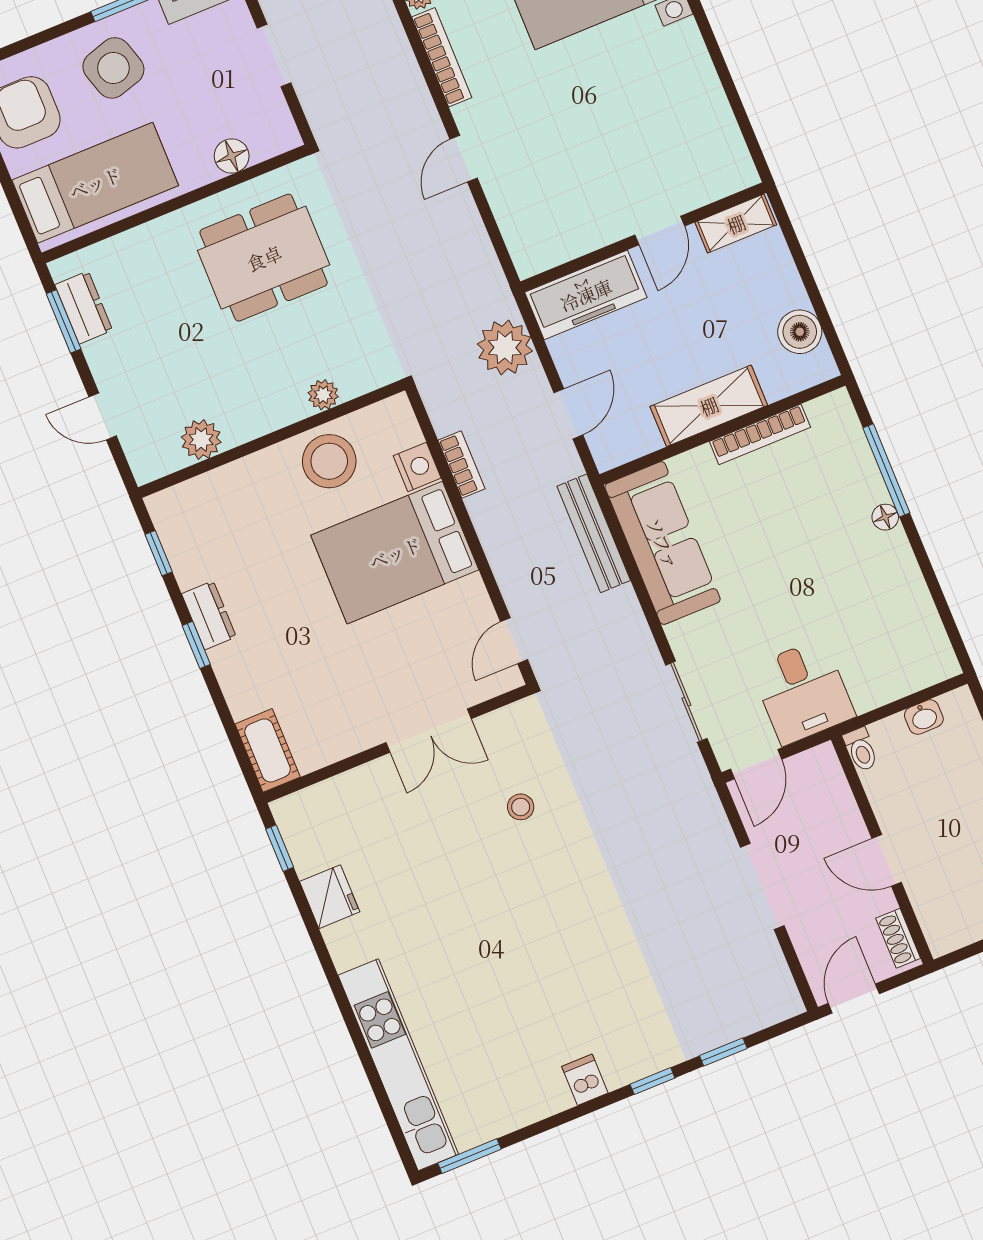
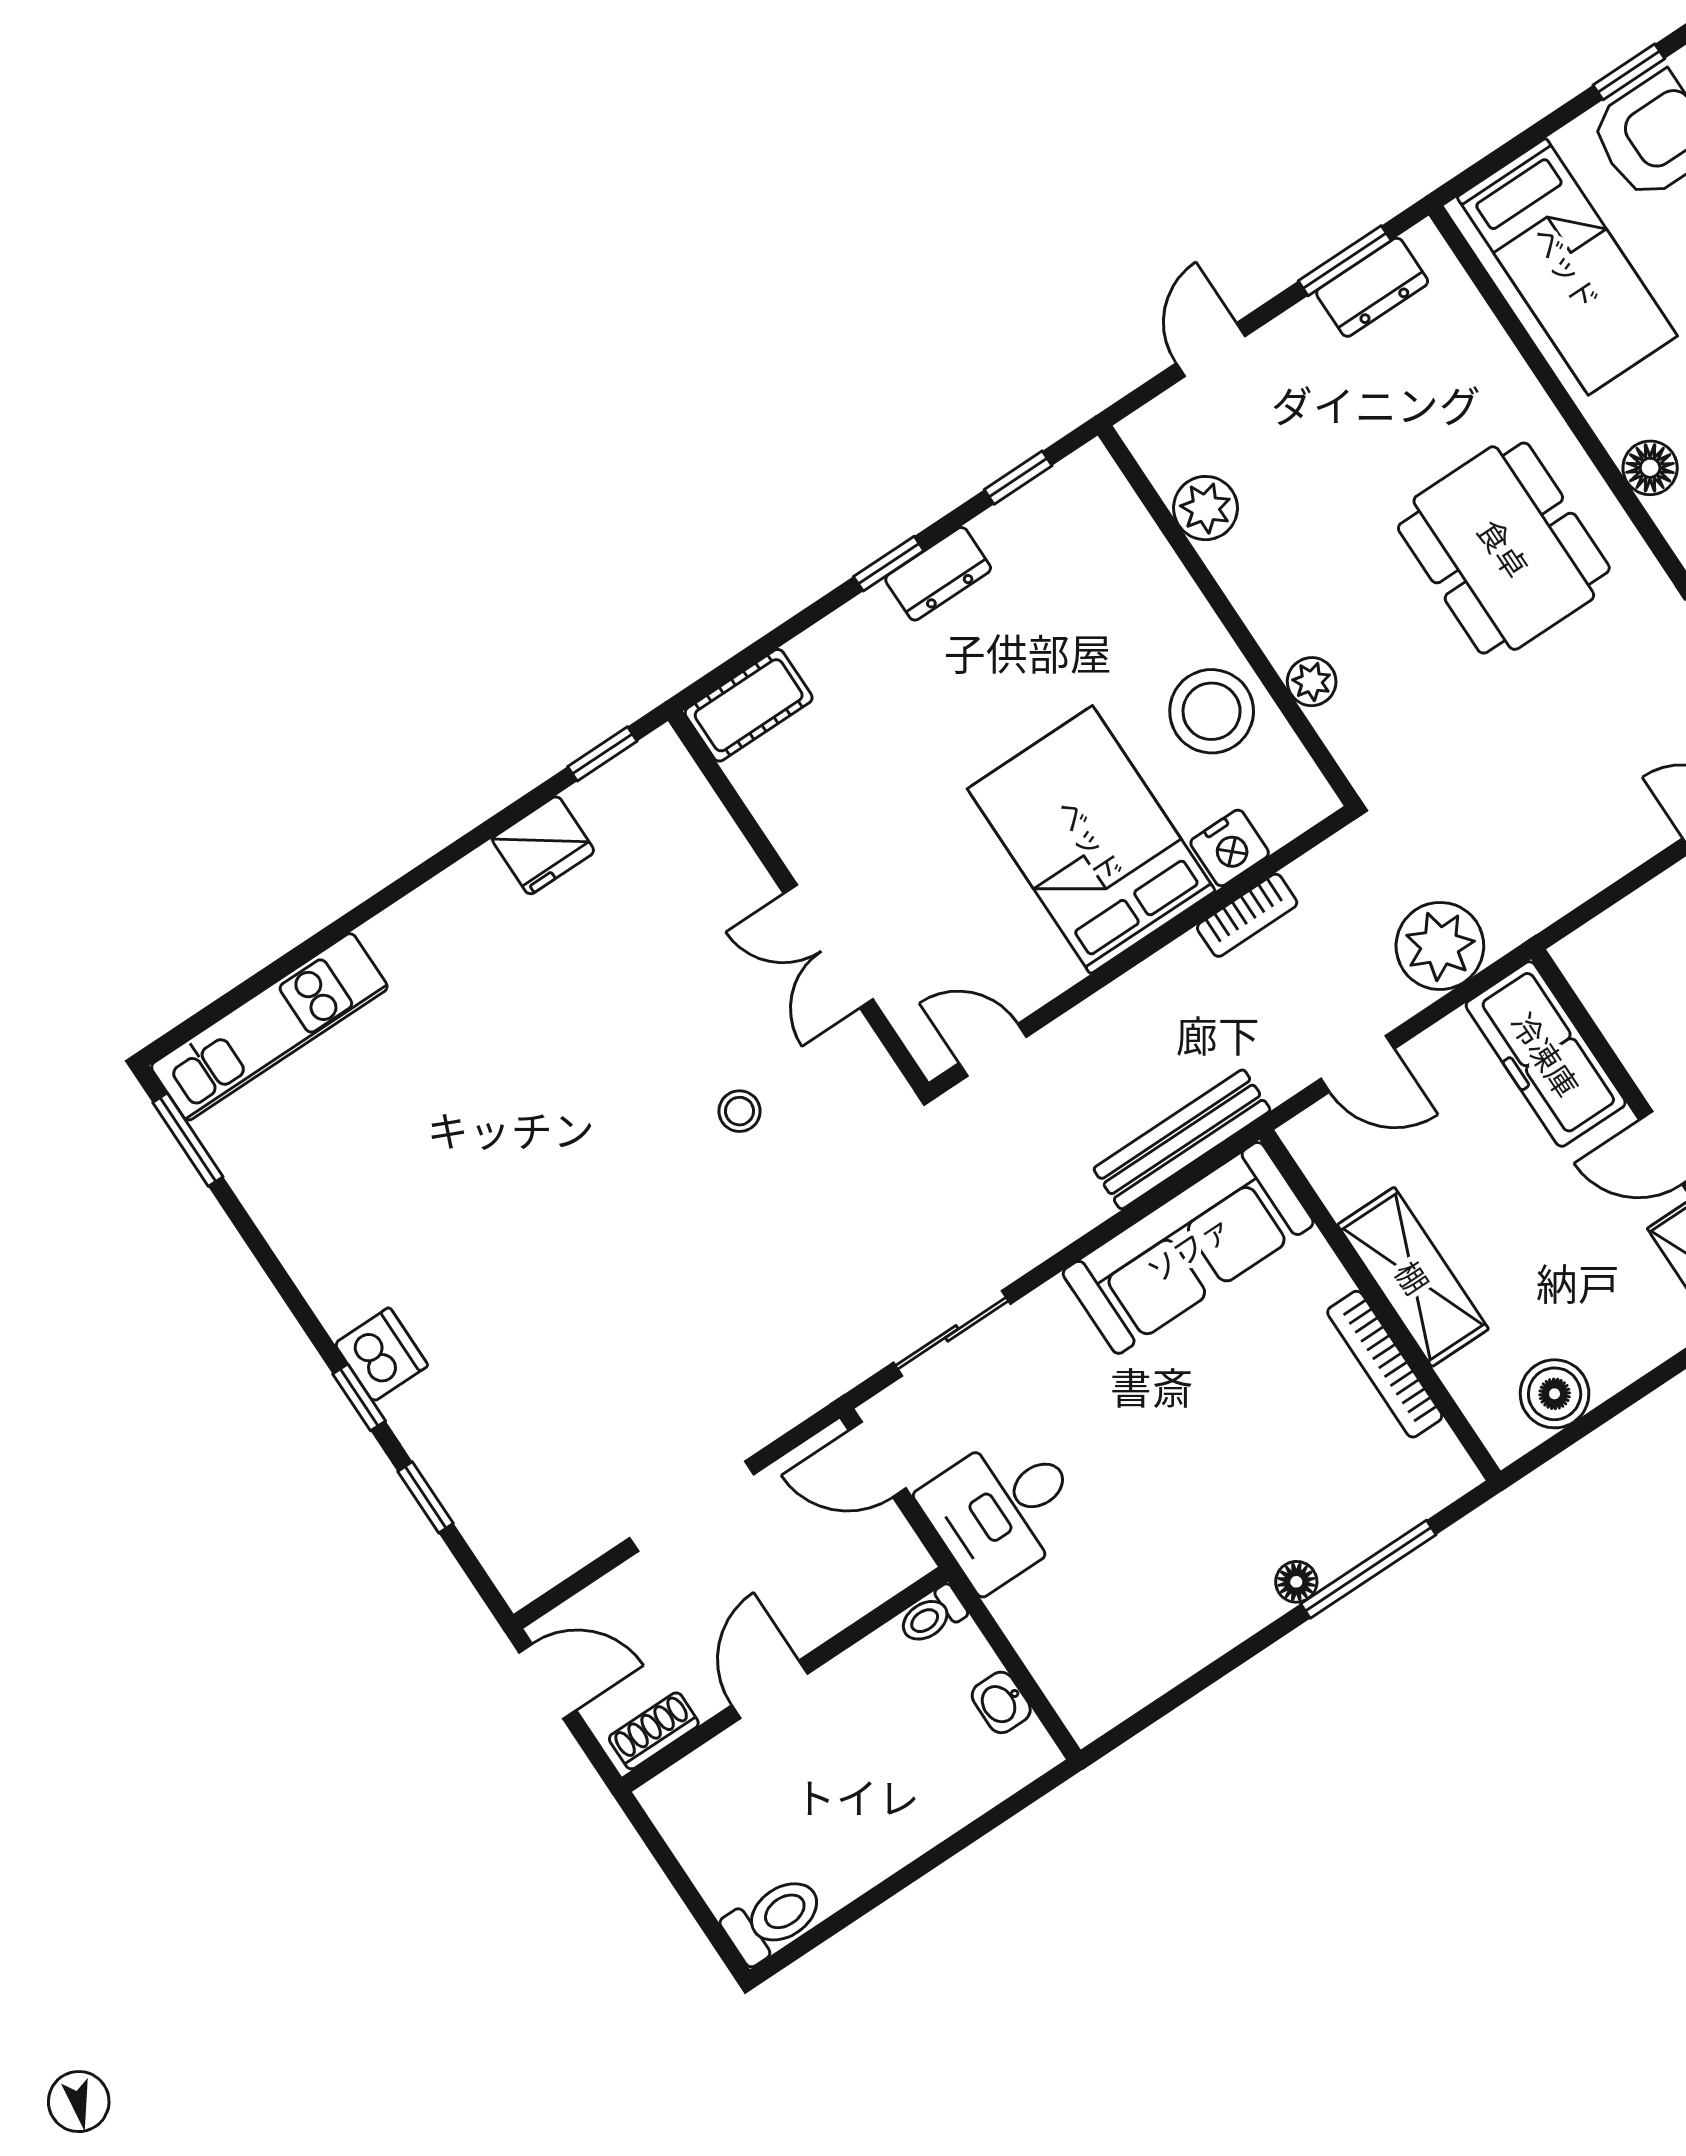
kitchen unit: (398, 1065) -> (269, 1027), width x0.73
dishwasher: (585, 1080) -> (381, 1355), moved, width x1.38

